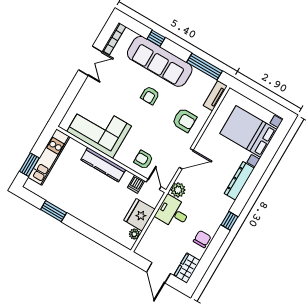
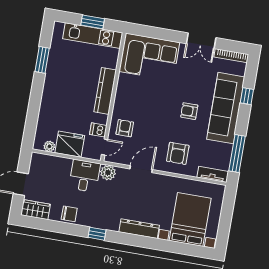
corner sofa: (99, 129) -> (149, 57), moved, turned 90
door: (186, 159) -> (141, 169), swing flipped
window: (29, 165) -> (93, 22), moved

